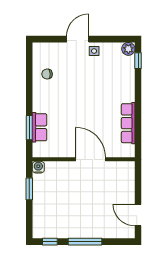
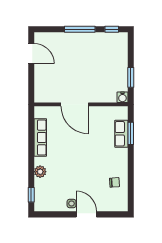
door: (78, 39) -> (86, 214), swing flipped
plant: (128, 49) -> (40, 172), moved

